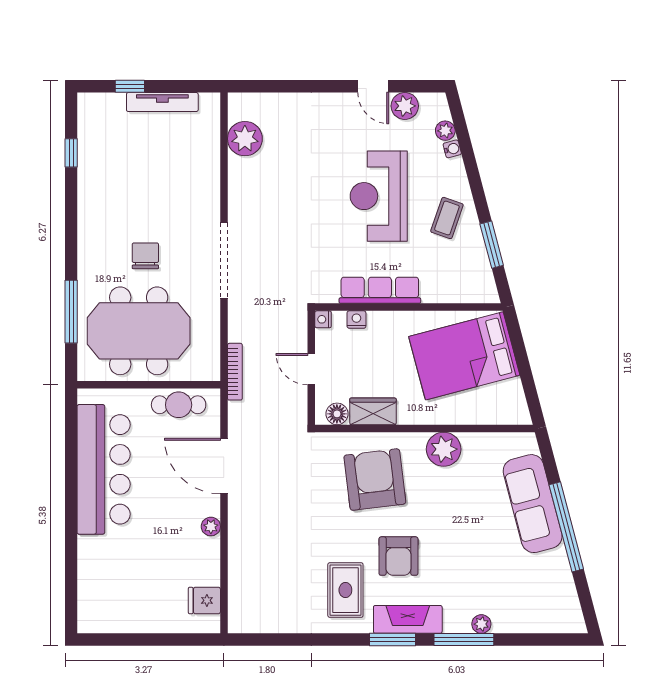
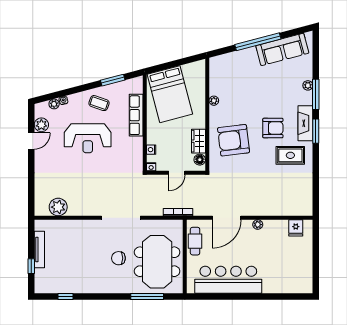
row of seats: (380, 290) -> (136, 115), moved
plant: (444, 449) -> (214, 101), width x0.53, depth x0.53
sofa: (533, 504) -> (282, 49), moved

